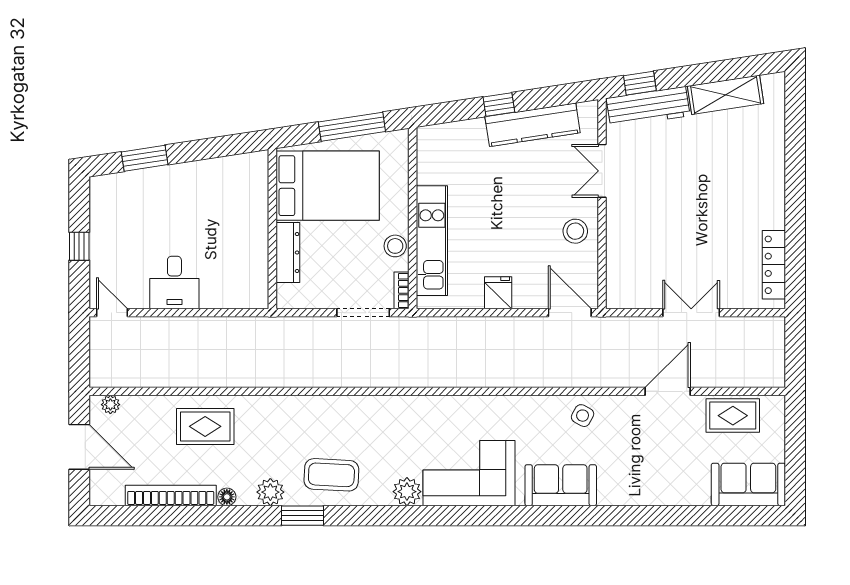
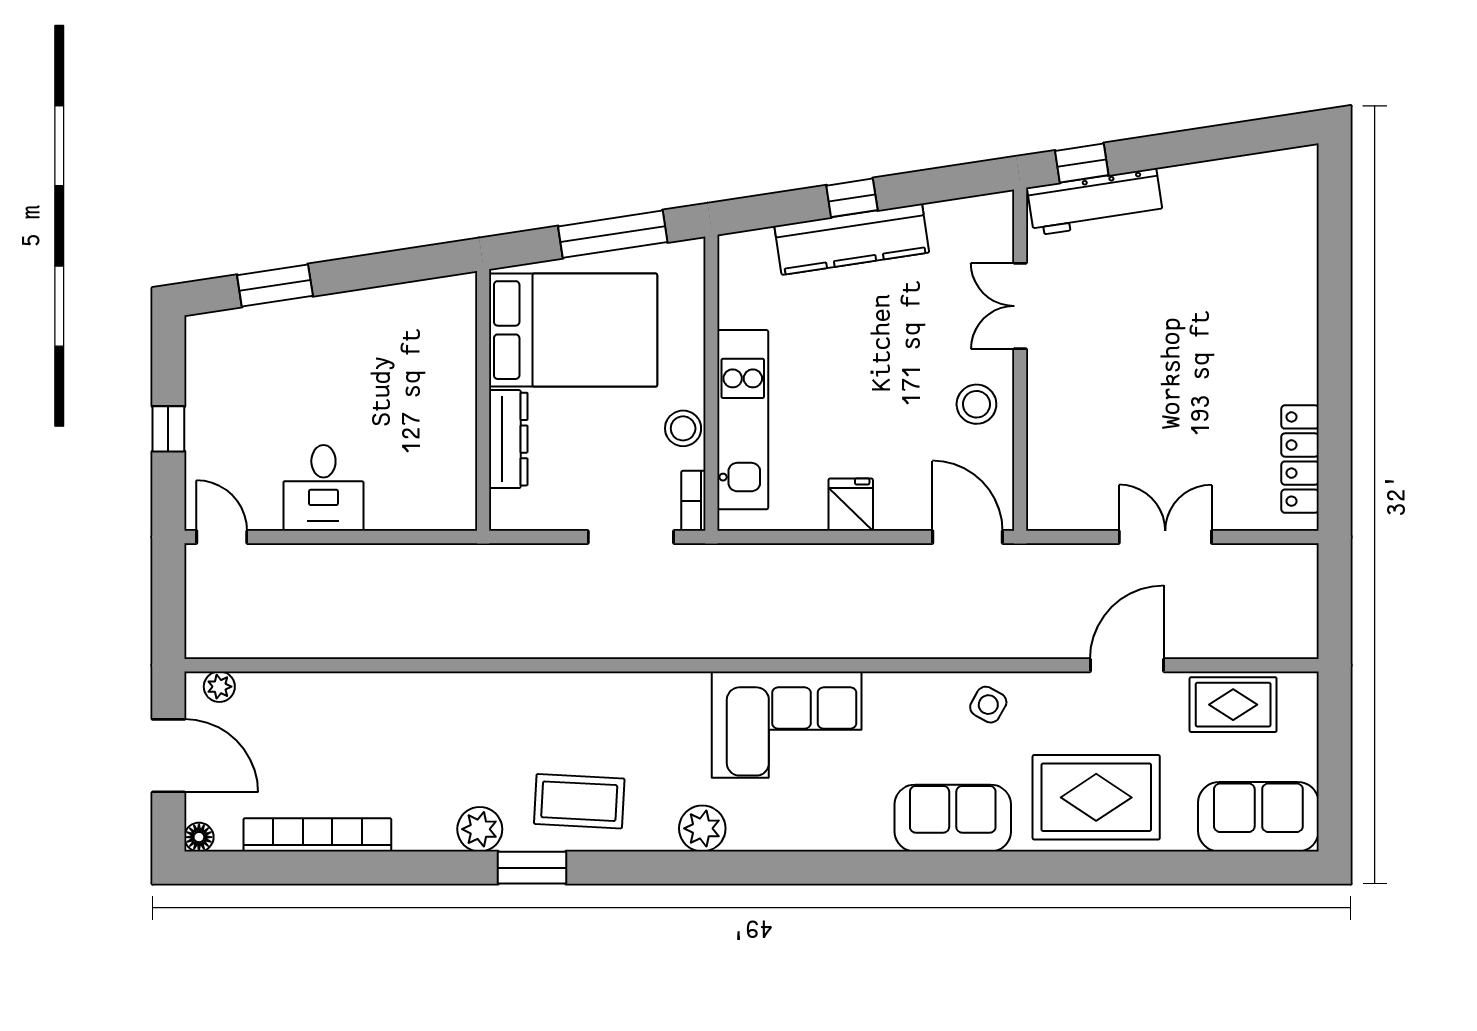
shelving: (726, 95) -> (1221, 182), removed
kitchen counter: (533, 125) -> (852, 239), moved
rug: (205, 426) -> (1096, 797), moved, width x1.36, depth x1.43
corner sofa: (469, 473) -> (787, 725), moved, turned 180
floor lamp: (227, 497) -> (199, 837), moved

